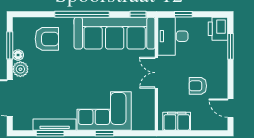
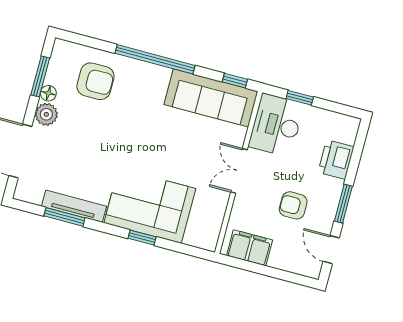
printer: (218, 29) -> (336, 160), moved
sofa: (115, 33) -> (211, 98), width x0.74, depth x0.79
window: (230, 46) -> (343, 204), moved

